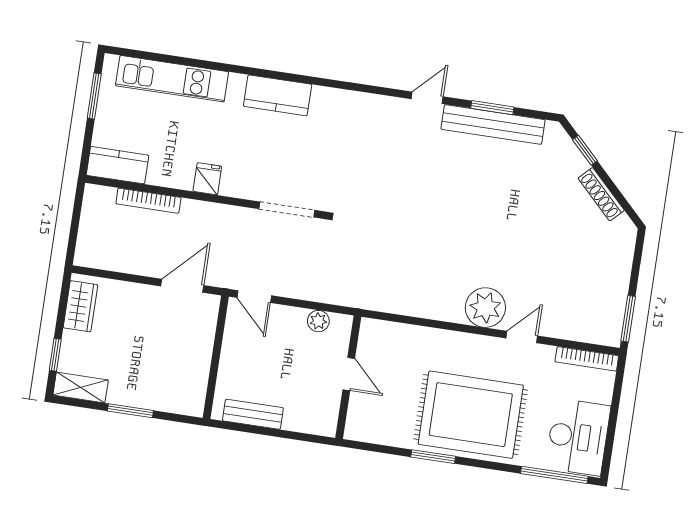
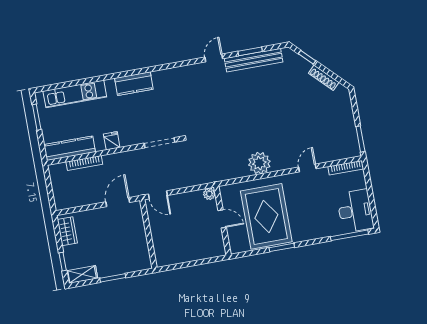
kitchen counter: (117, 165) -> (70, 148), width x1.50
plant: (485, 308) -> (259, 163), moved
plant: (318, 321) -> (209, 194), moved
bench: (253, 414) -> (178, 258), removed
rug: (471, 415) -> (266, 216), moved, turned 90

